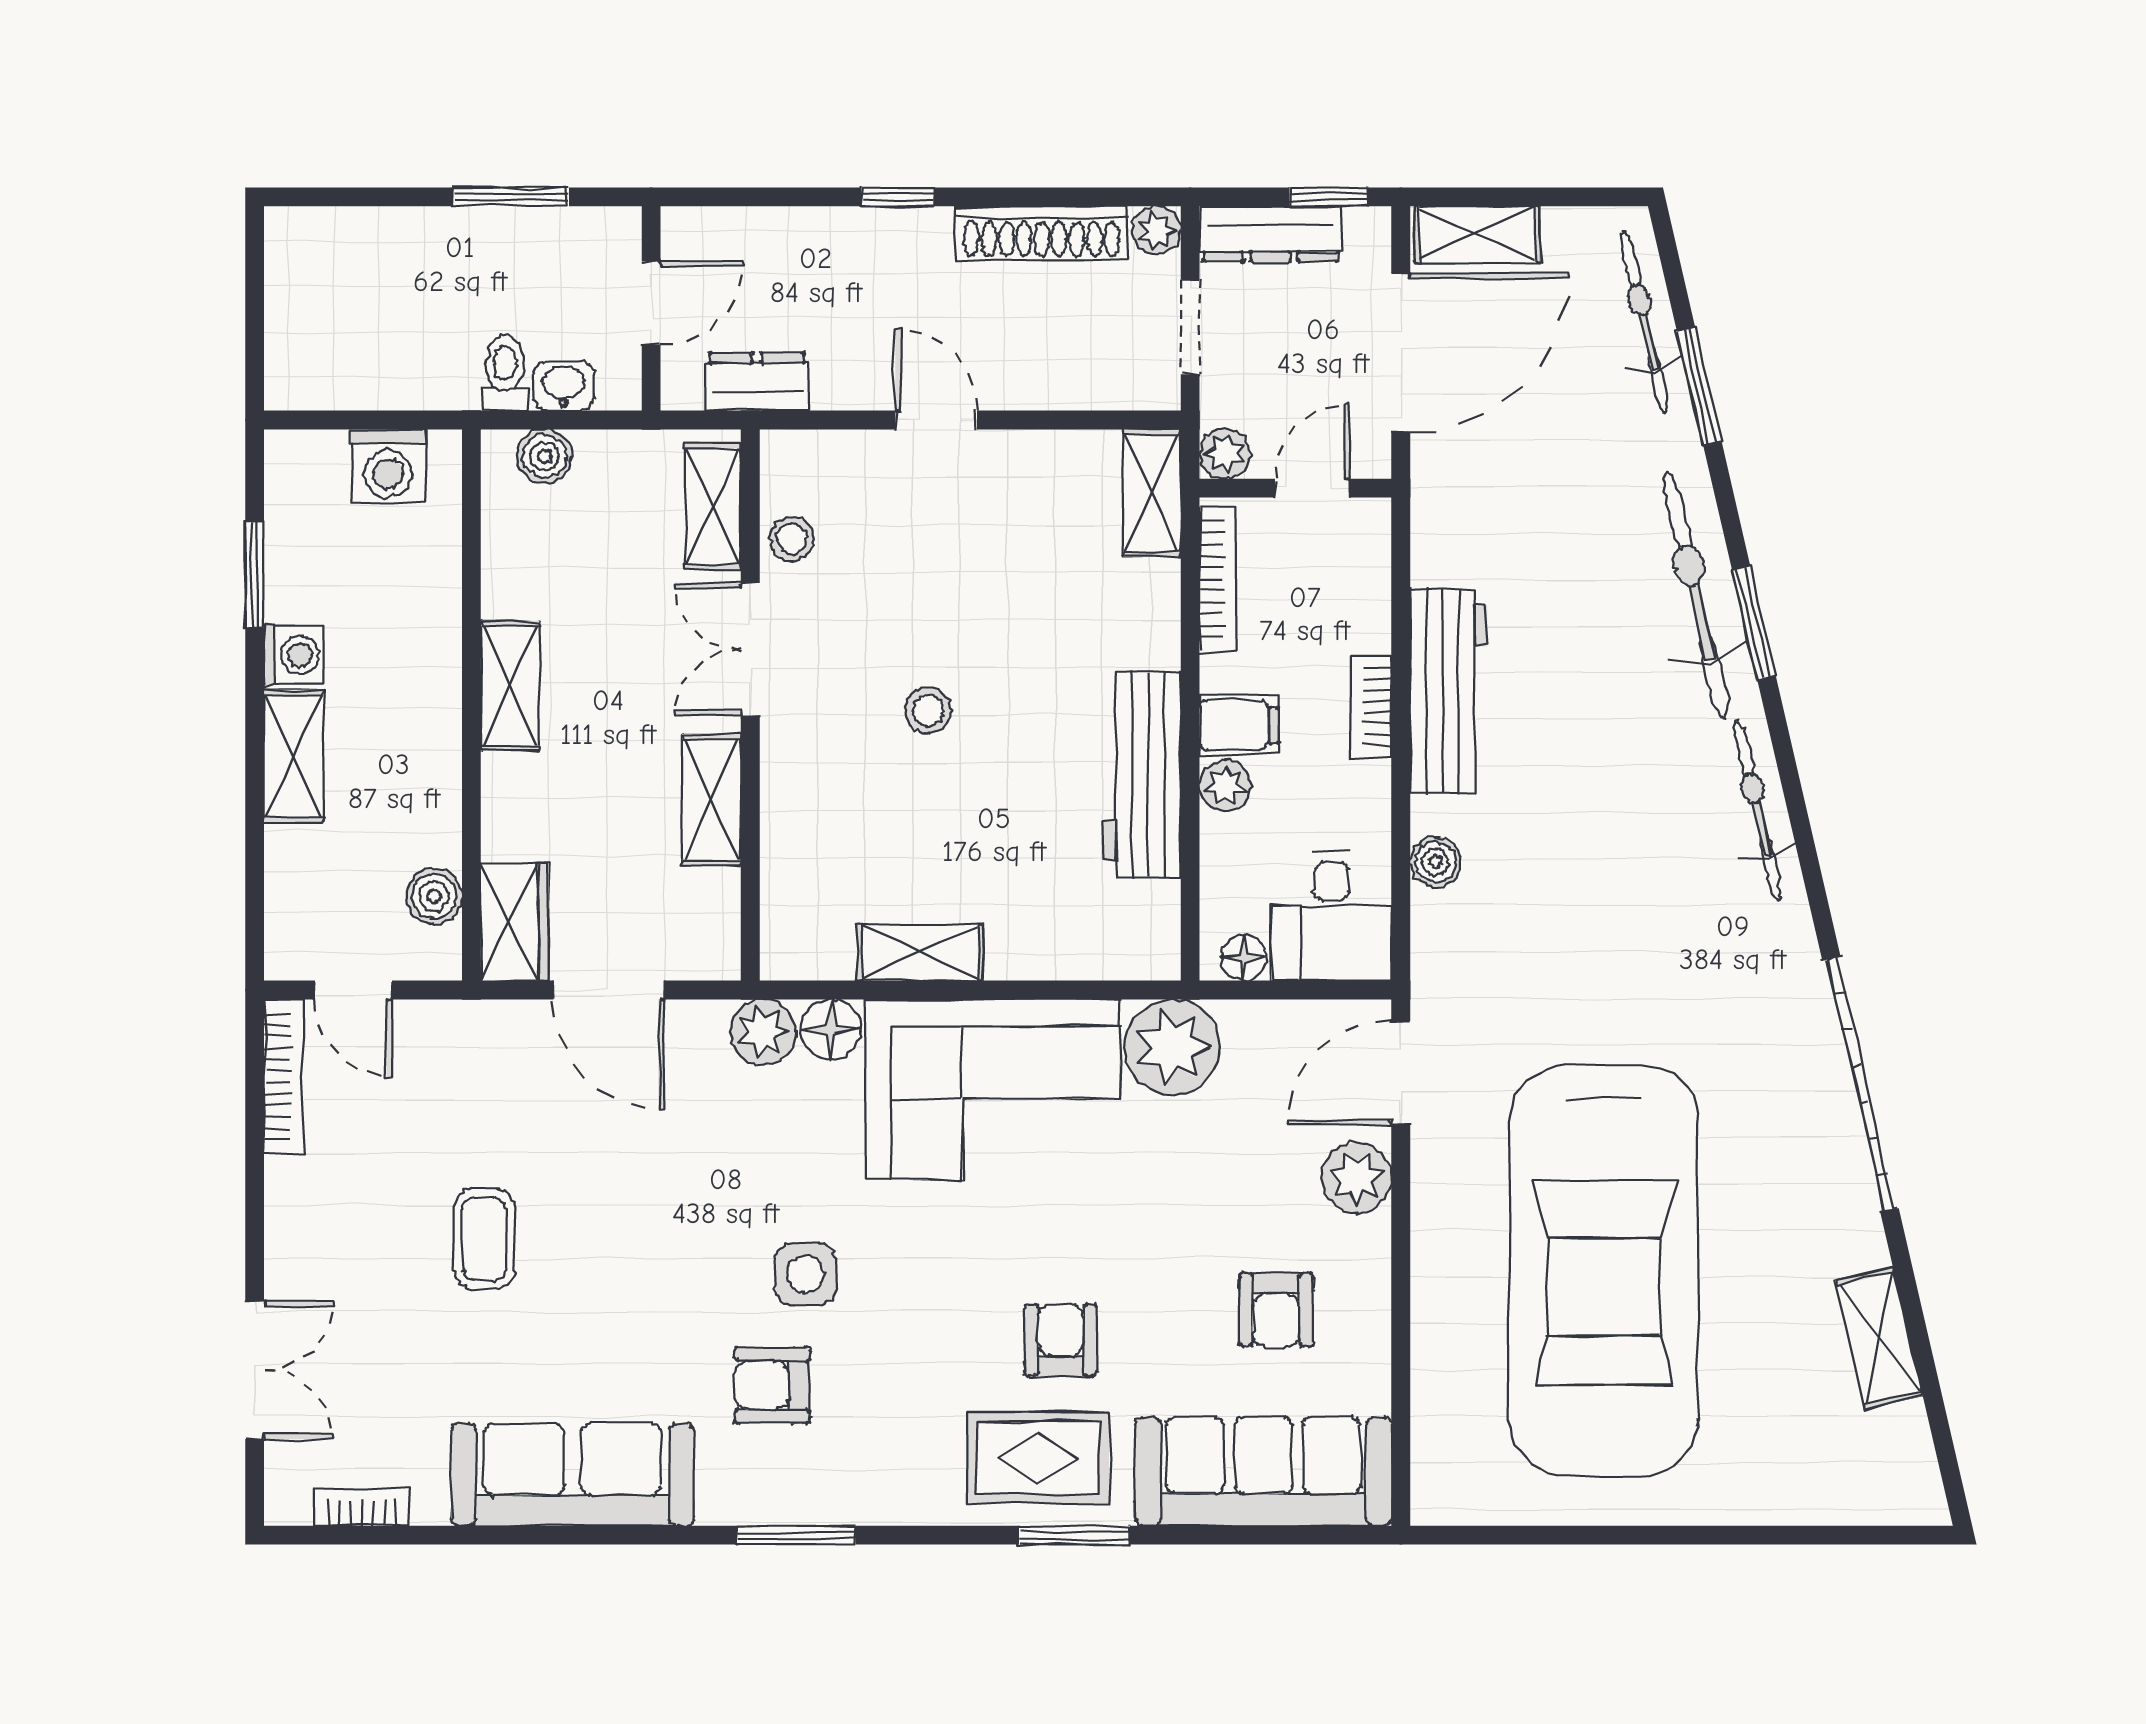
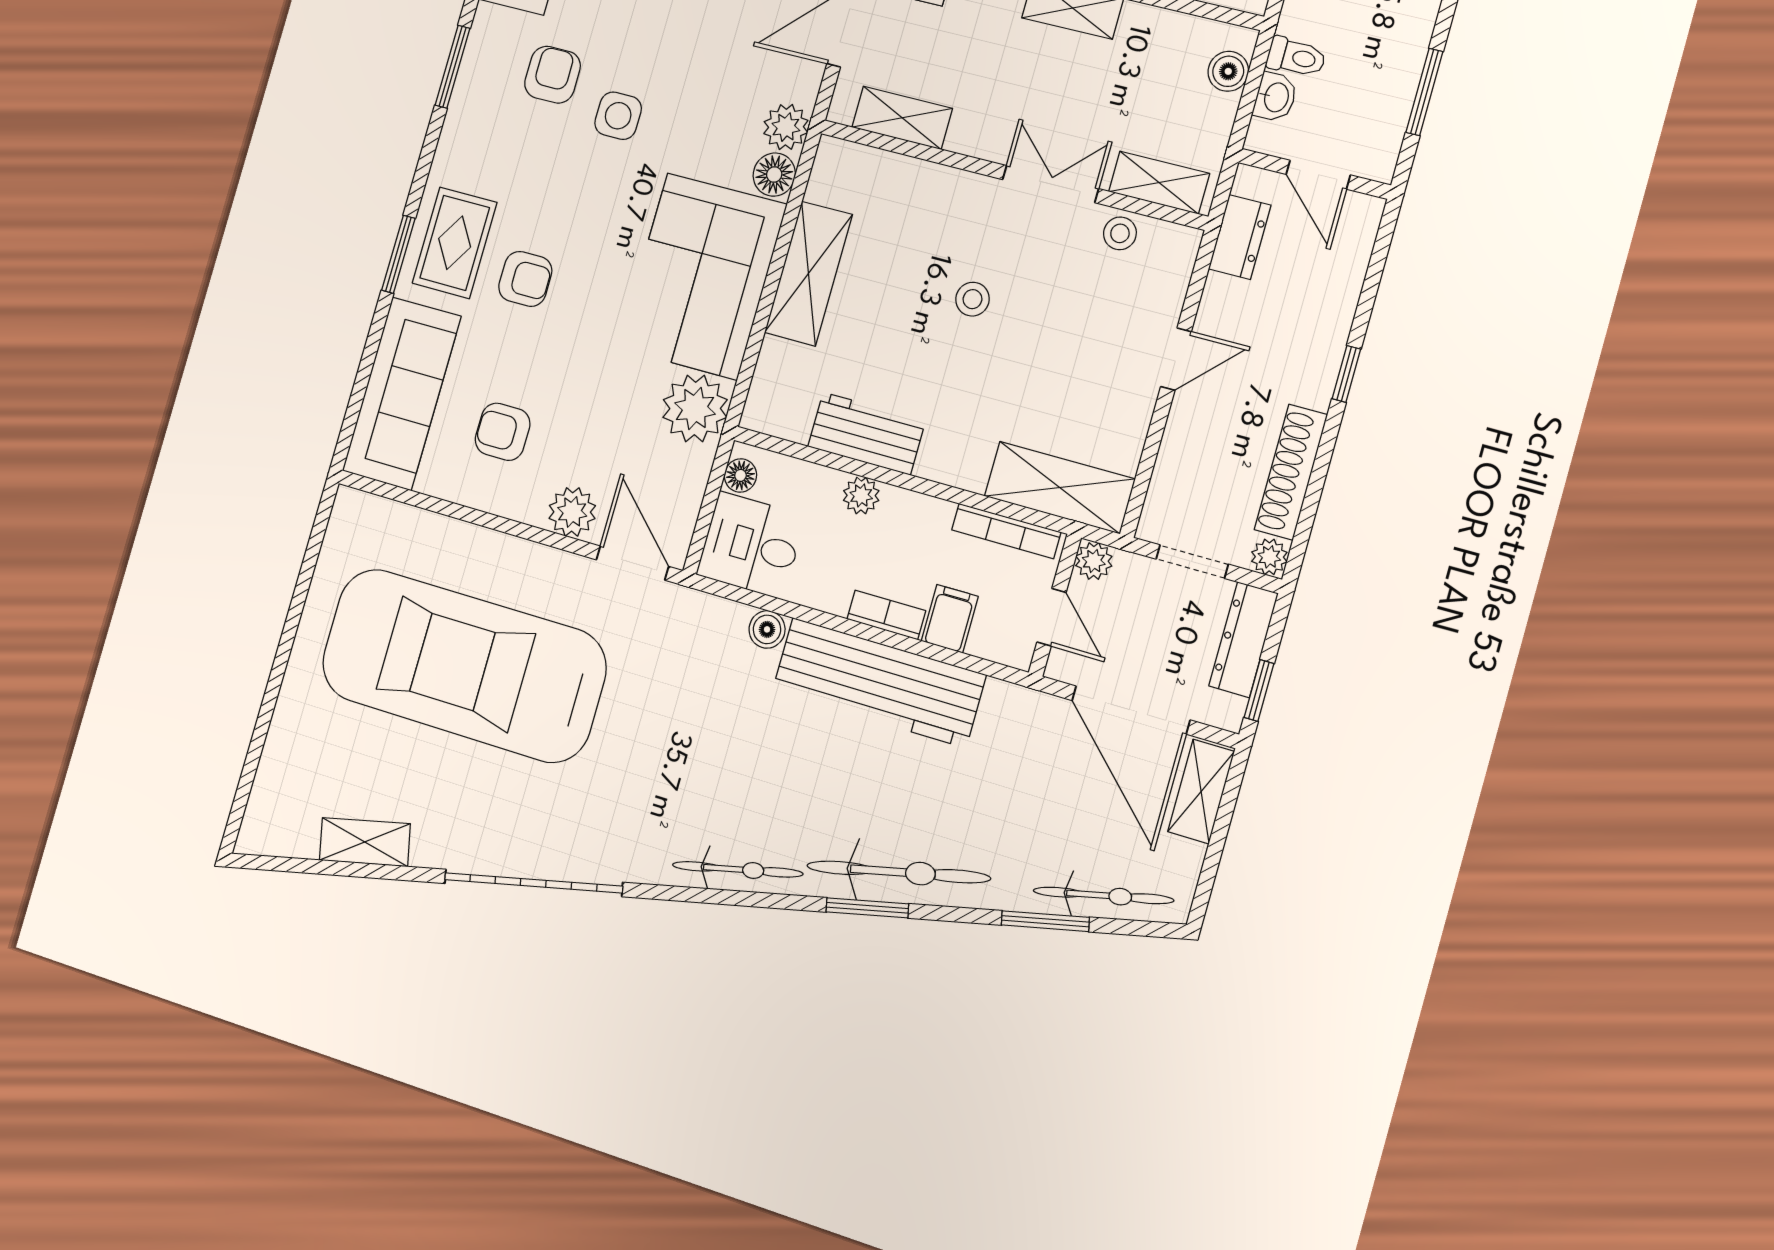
shelving: (1152, 493) -> (1060, 488), width x1.50, depth x1.33
workbench: (1449, 692) -> (879, 682), width x1.36, depth x1.32
filing cabinet: (1239, 725) -> (950, 619), moved, turned 180
workbench: (1142, 774) -> (866, 434), width x0.73
shelving: (711, 800) -> (902, 118), moved
shelving: (920, 952) -> (808, 274), width x1.50, depth x1.33

